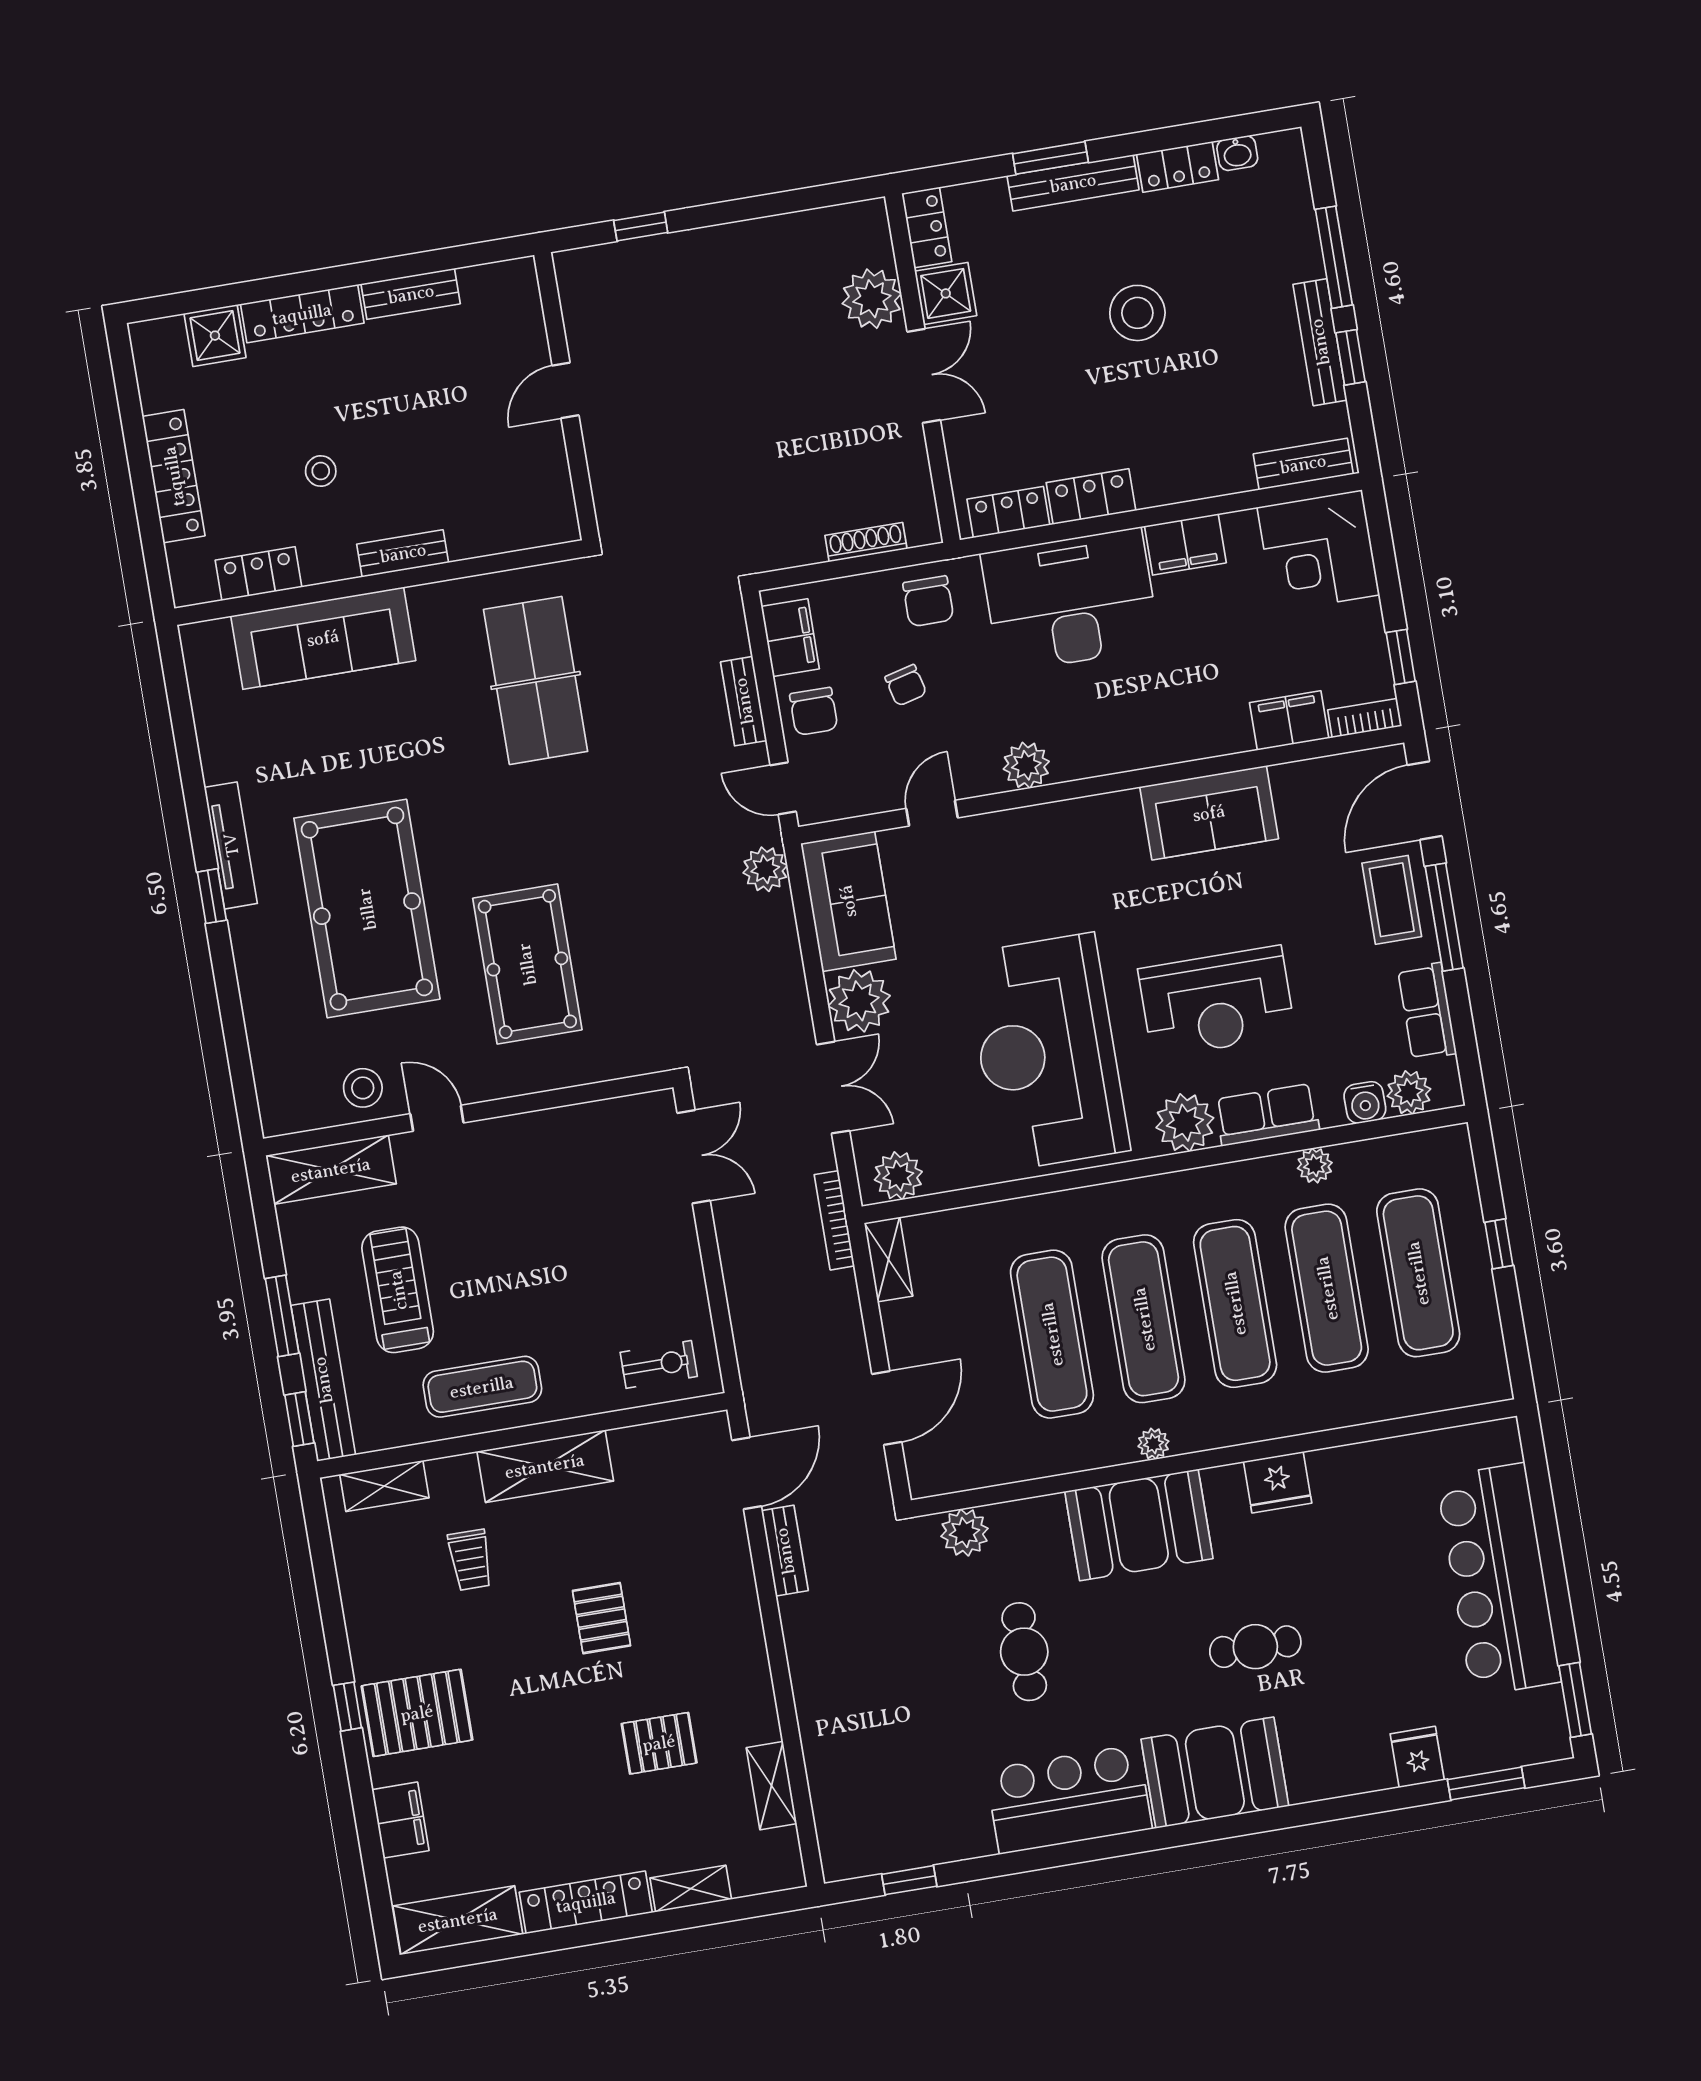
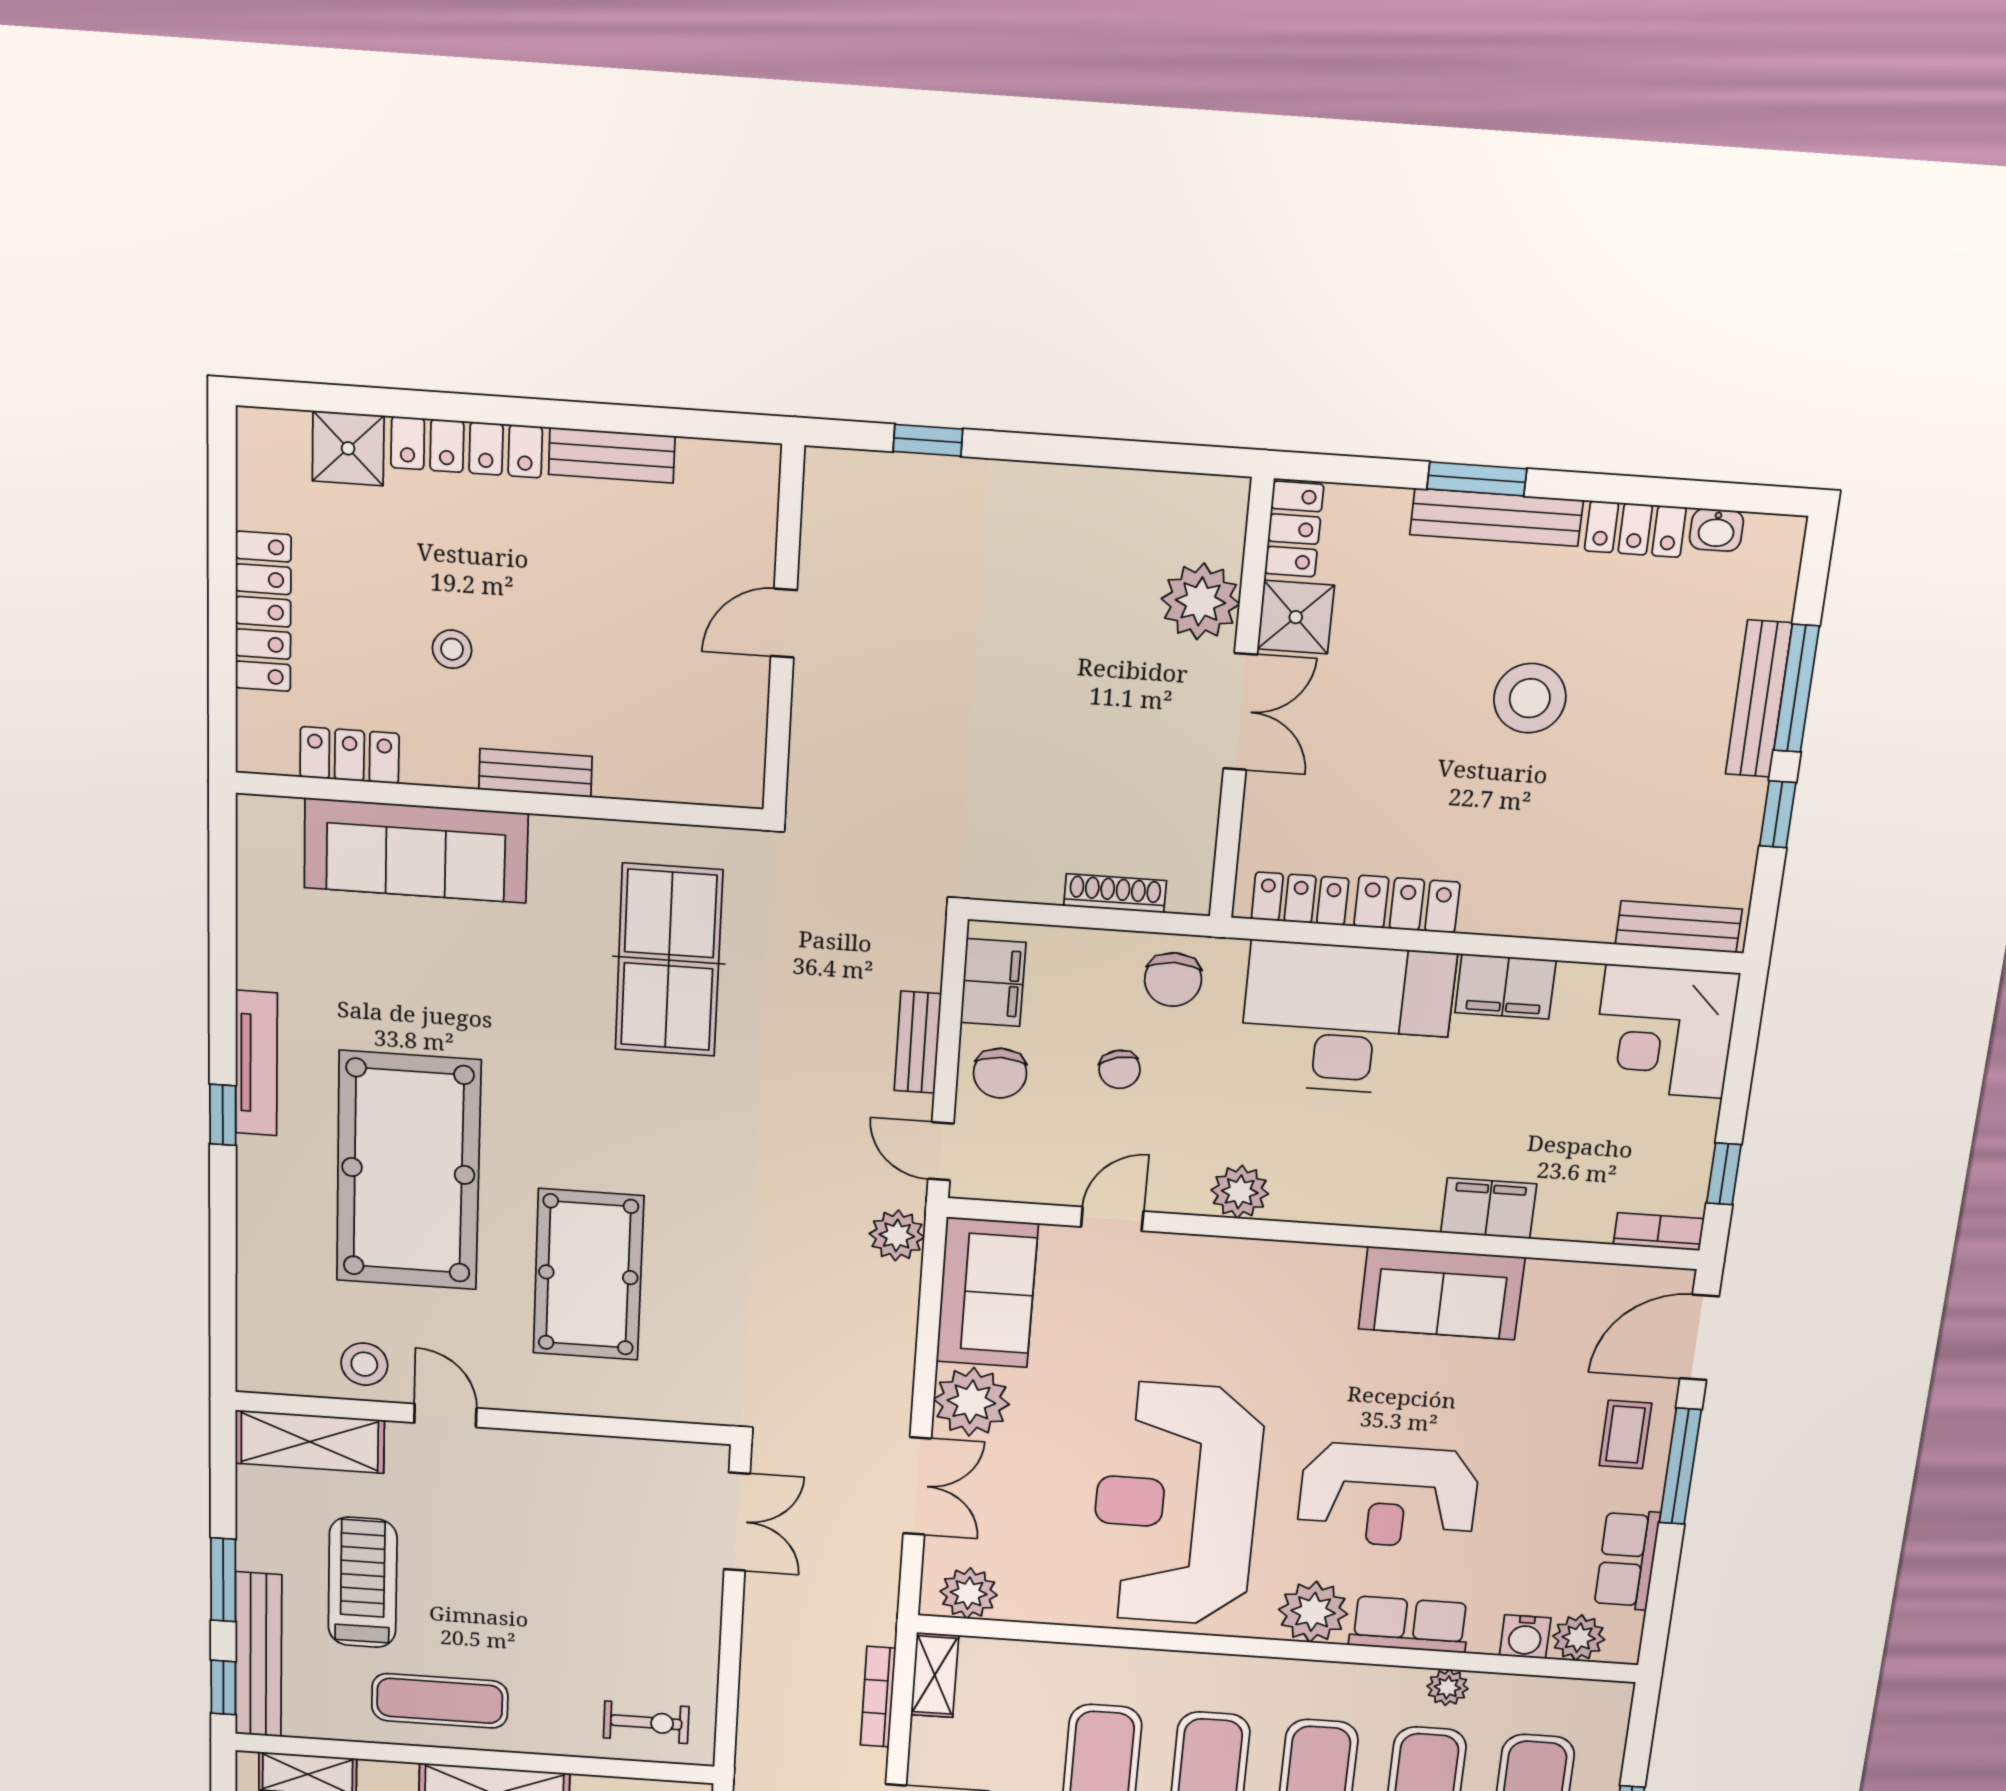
bench: (1320, 342) -> (1759, 699), moved
filing cabinet: (1289, 720) -> (1489, 1208), moved
coffee table: (1392, 900) -> (1625, 1434), width x0.73, depth x0.77
bookcase: (834, 1220) -> (878, 1697), moved

